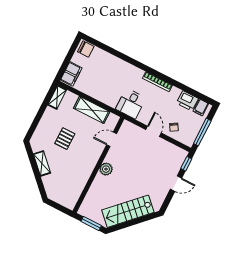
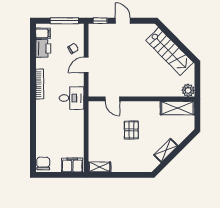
shelving: (92, 110) -> (177, 108), moved, turned 90
pallet: (65, 139) -> (131, 130), moved, turned 90
plant: (106, 169) -> (188, 90), moved
window: (91, 224) -> (197, 79), removed

